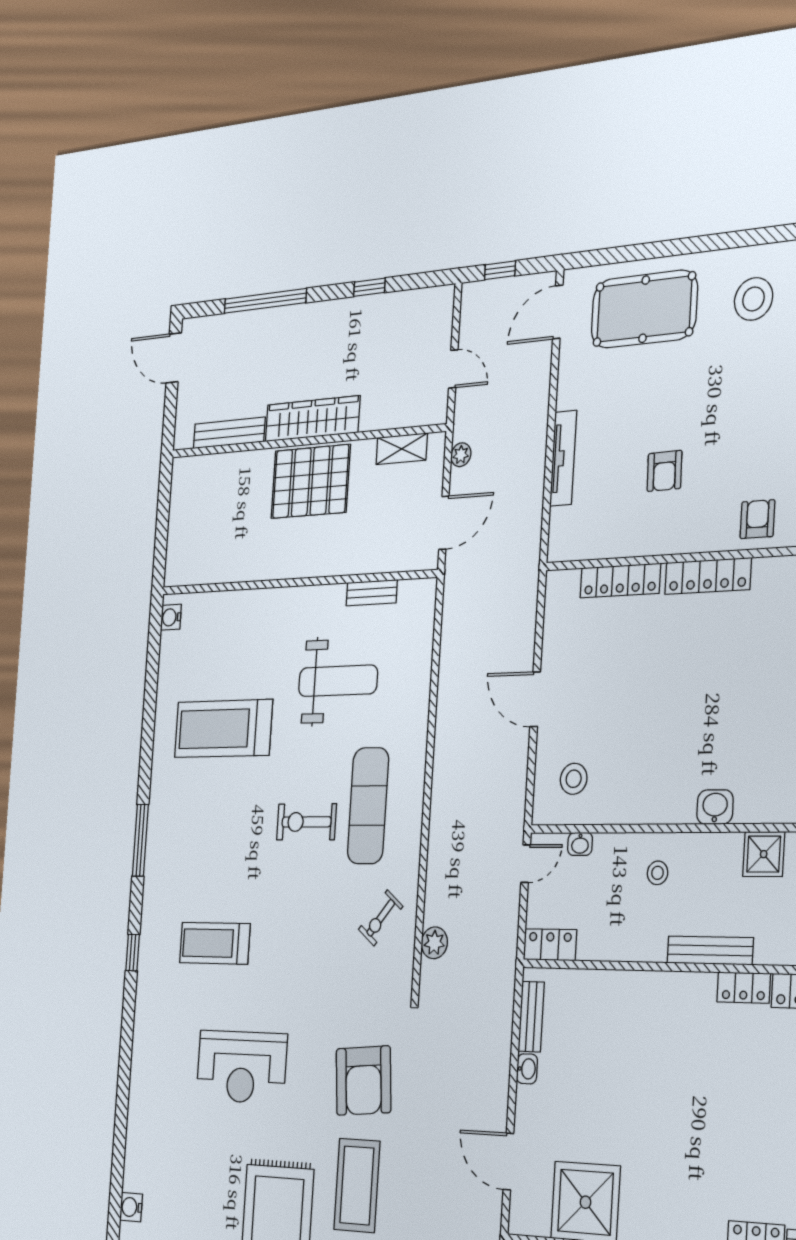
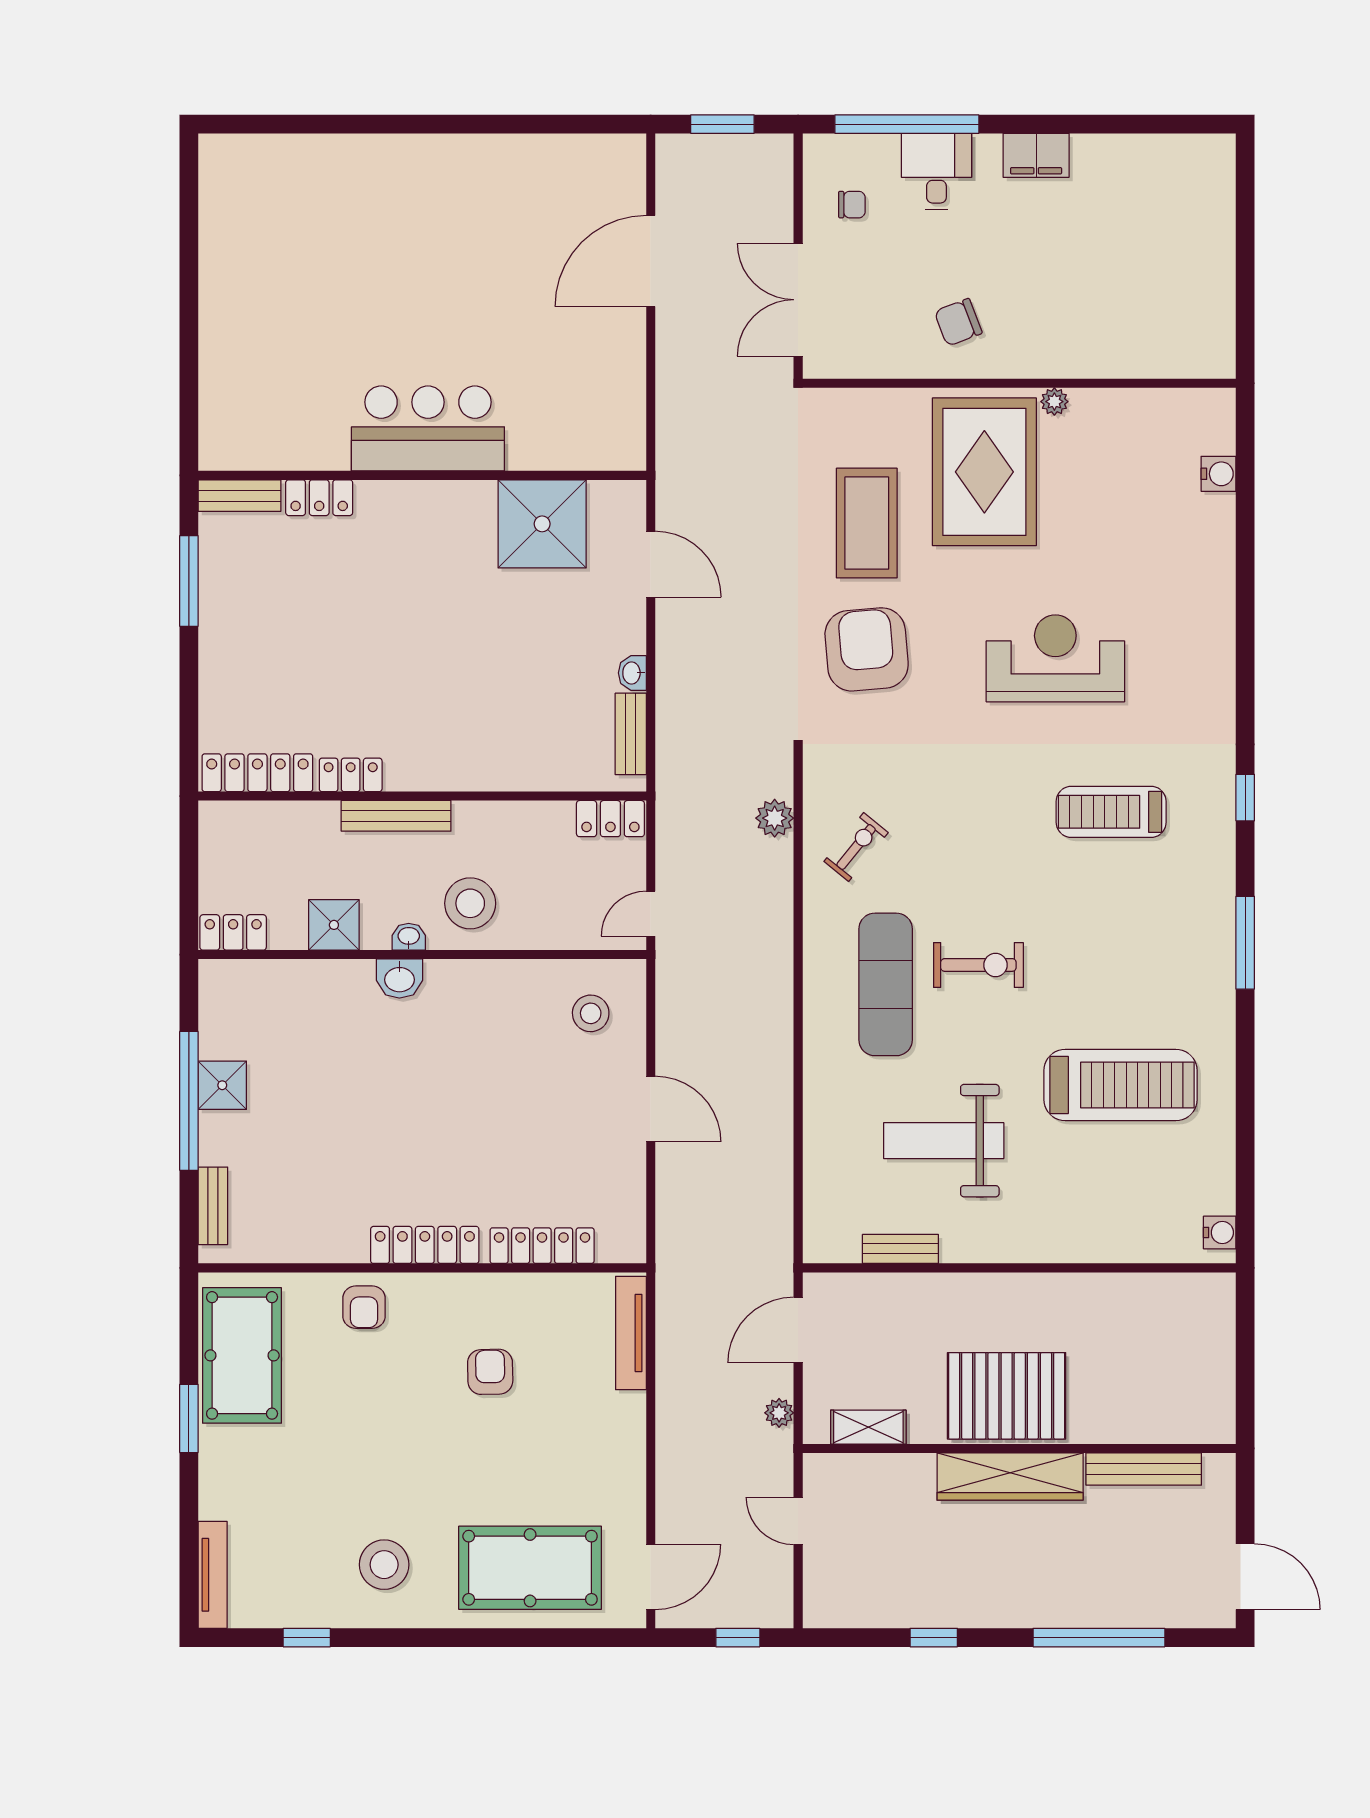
tv unit: (563, 458) -> (631, 1333), moved
washbasin: (580, 844) -> (409, 937), moved
stool: (658, 873) -> (470, 903), width x1.89, depth x1.89
treadmill: (215, 943) -> (1111, 812), turned 180

